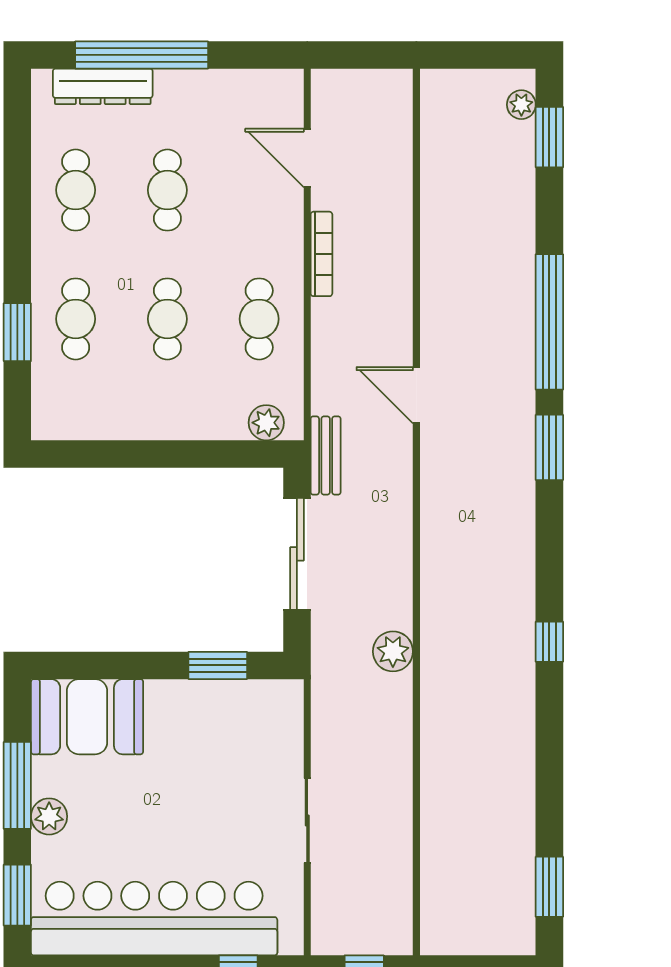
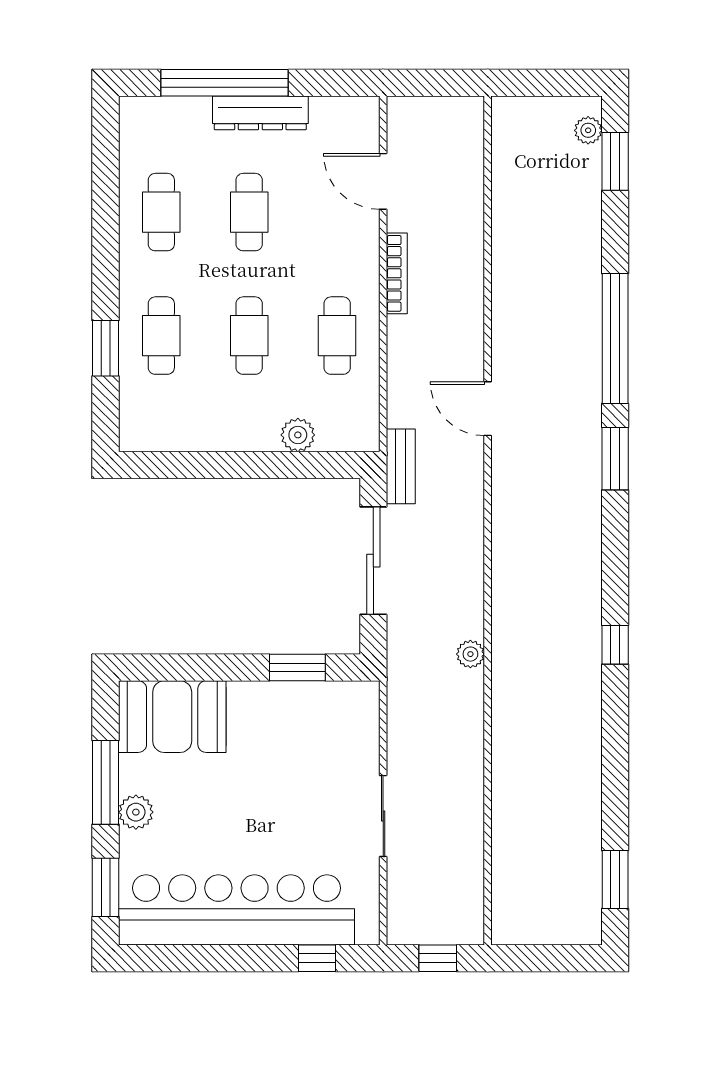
dresser: (103, 86) -> (260, 113), moved
plant: (266, 423) -> (298, 435), moved
plant: (393, 651) -> (470, 654), width x0.73, depth x0.73

